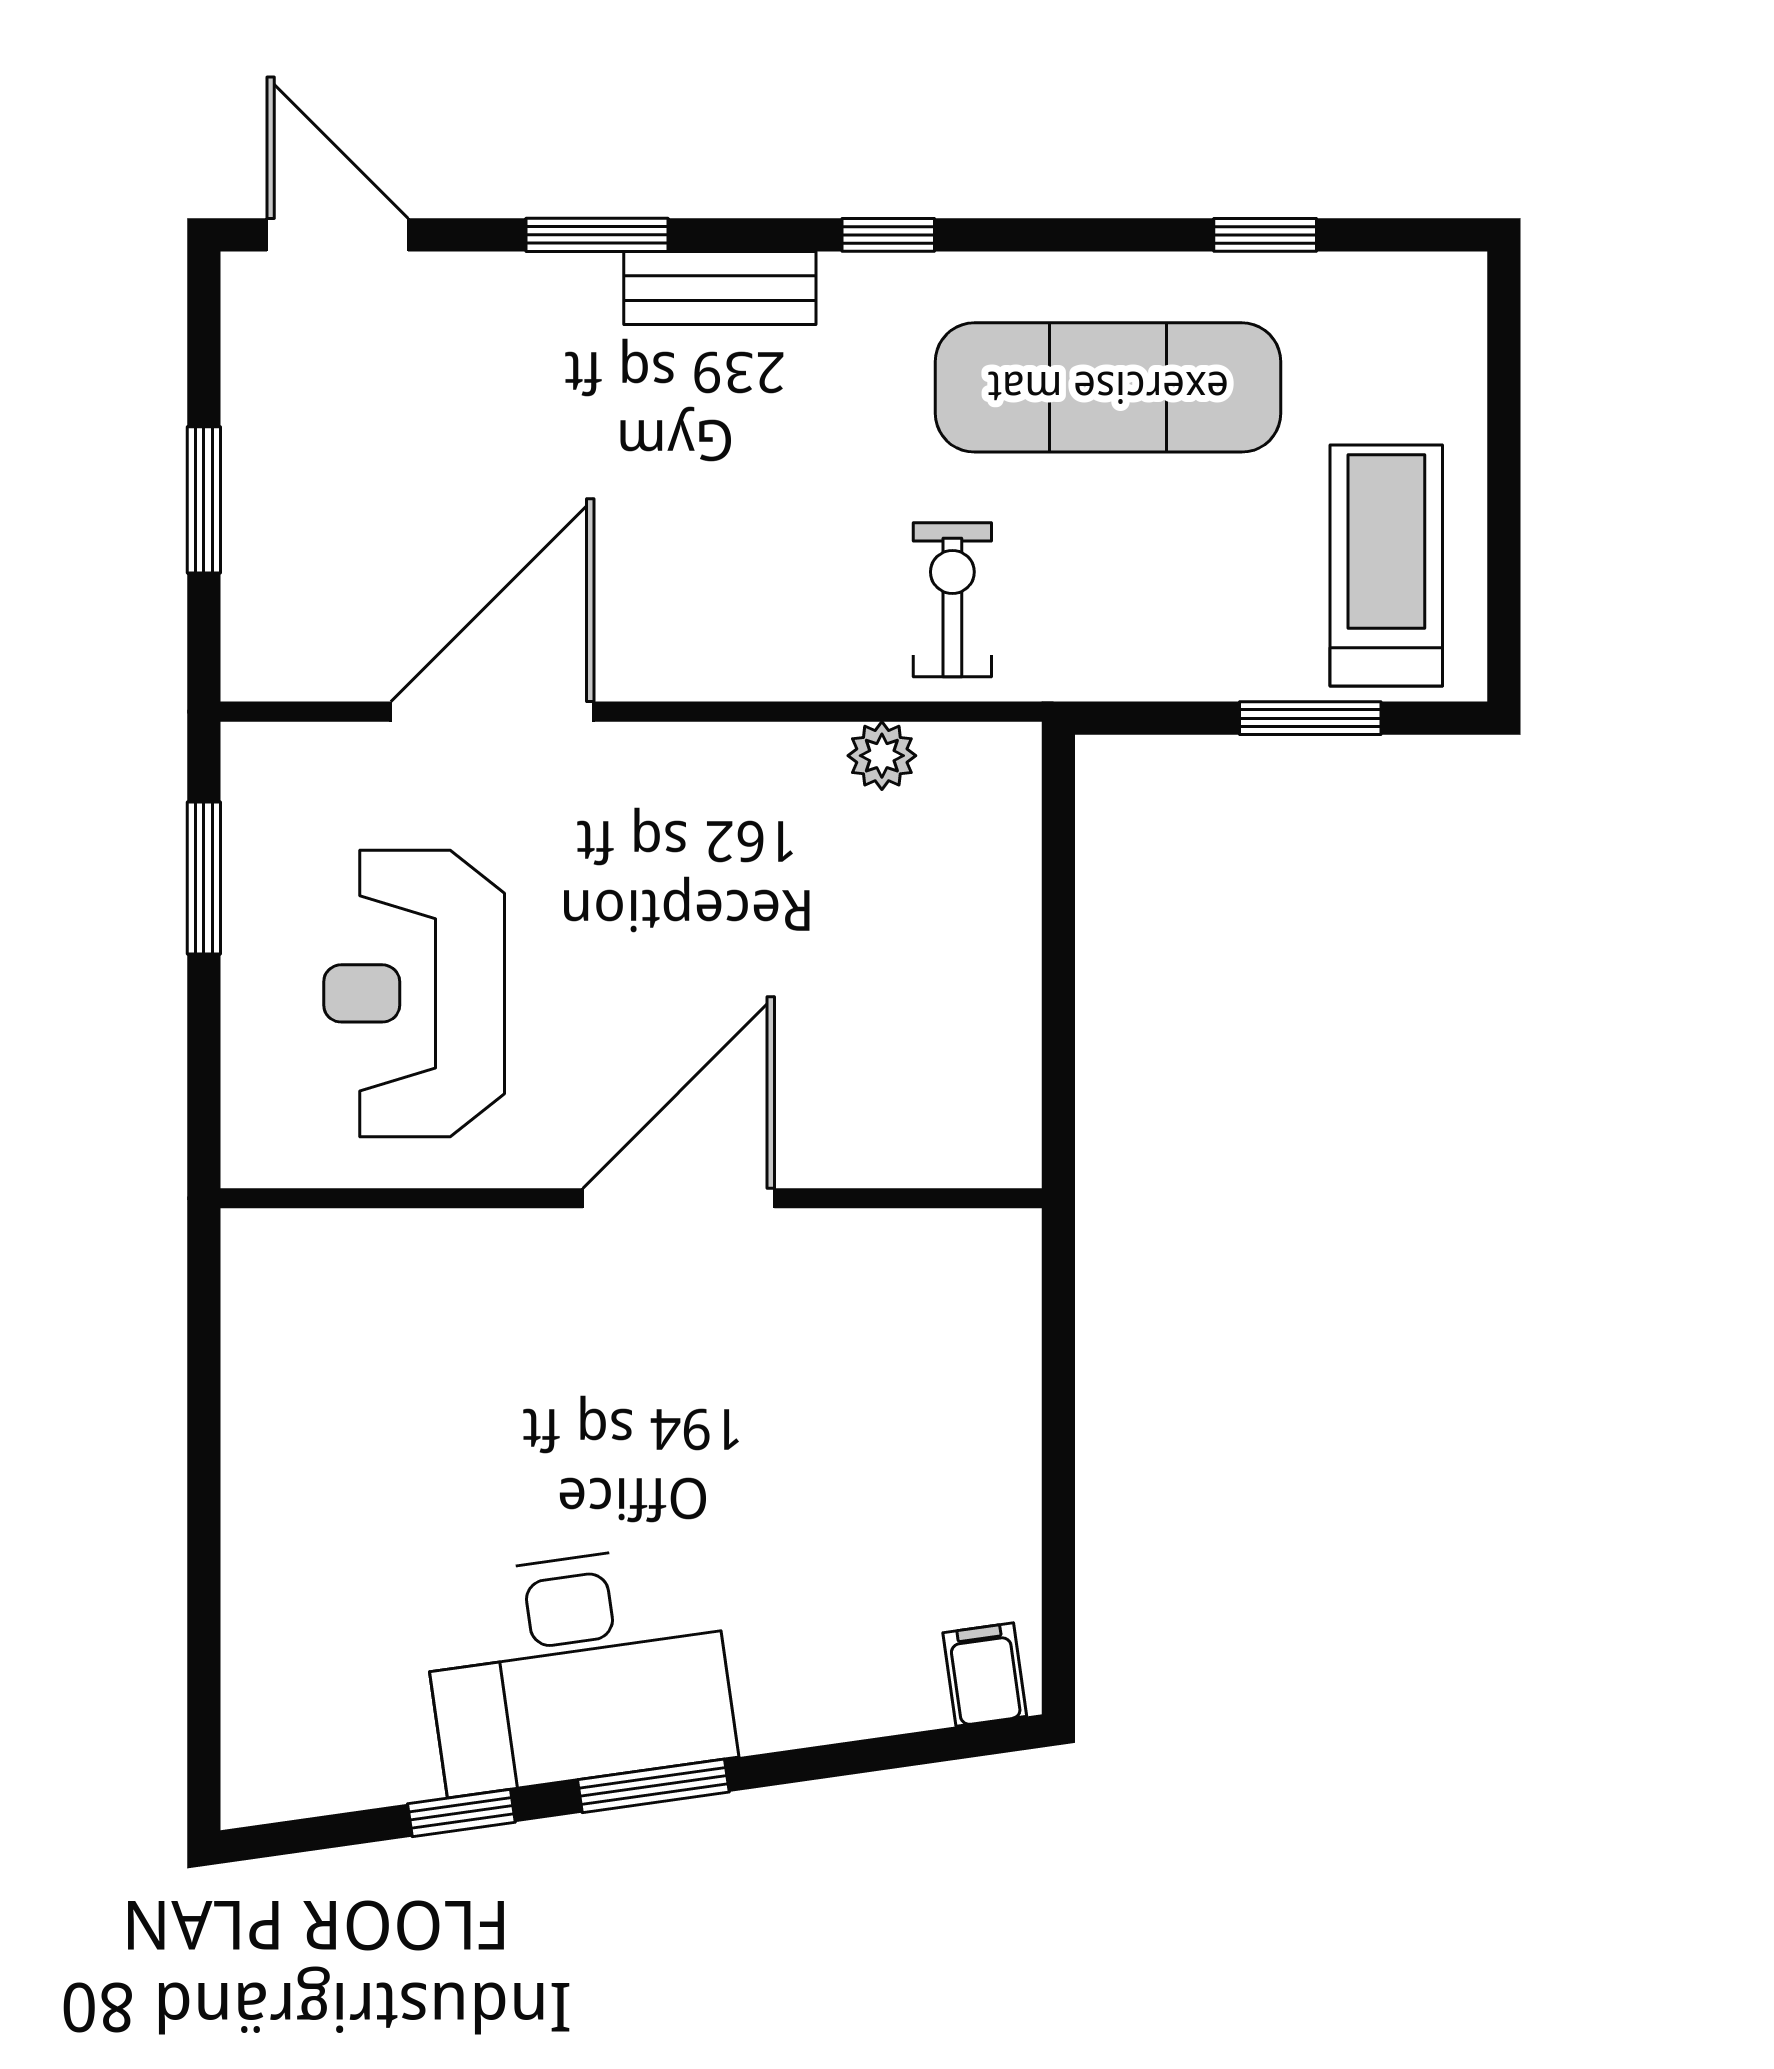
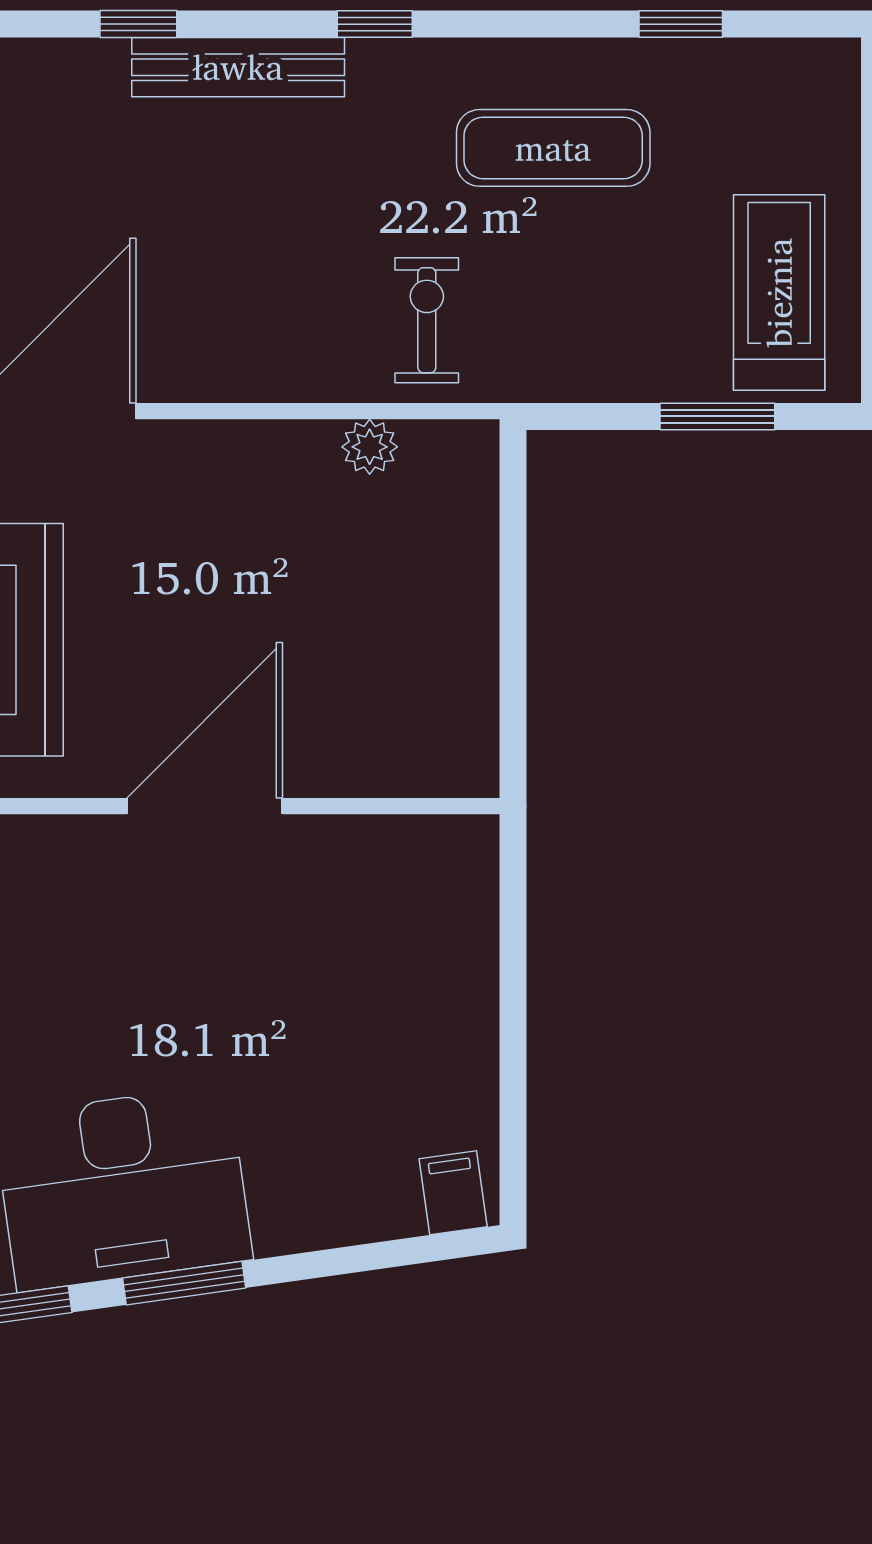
window: (597, 235) -> (138, 24), width x0.67
bench: (720, 288) -> (238, 67), width x1.36
exercise mat: (1108, 387) -> (553, 148), width x0.73, depth x0.69

